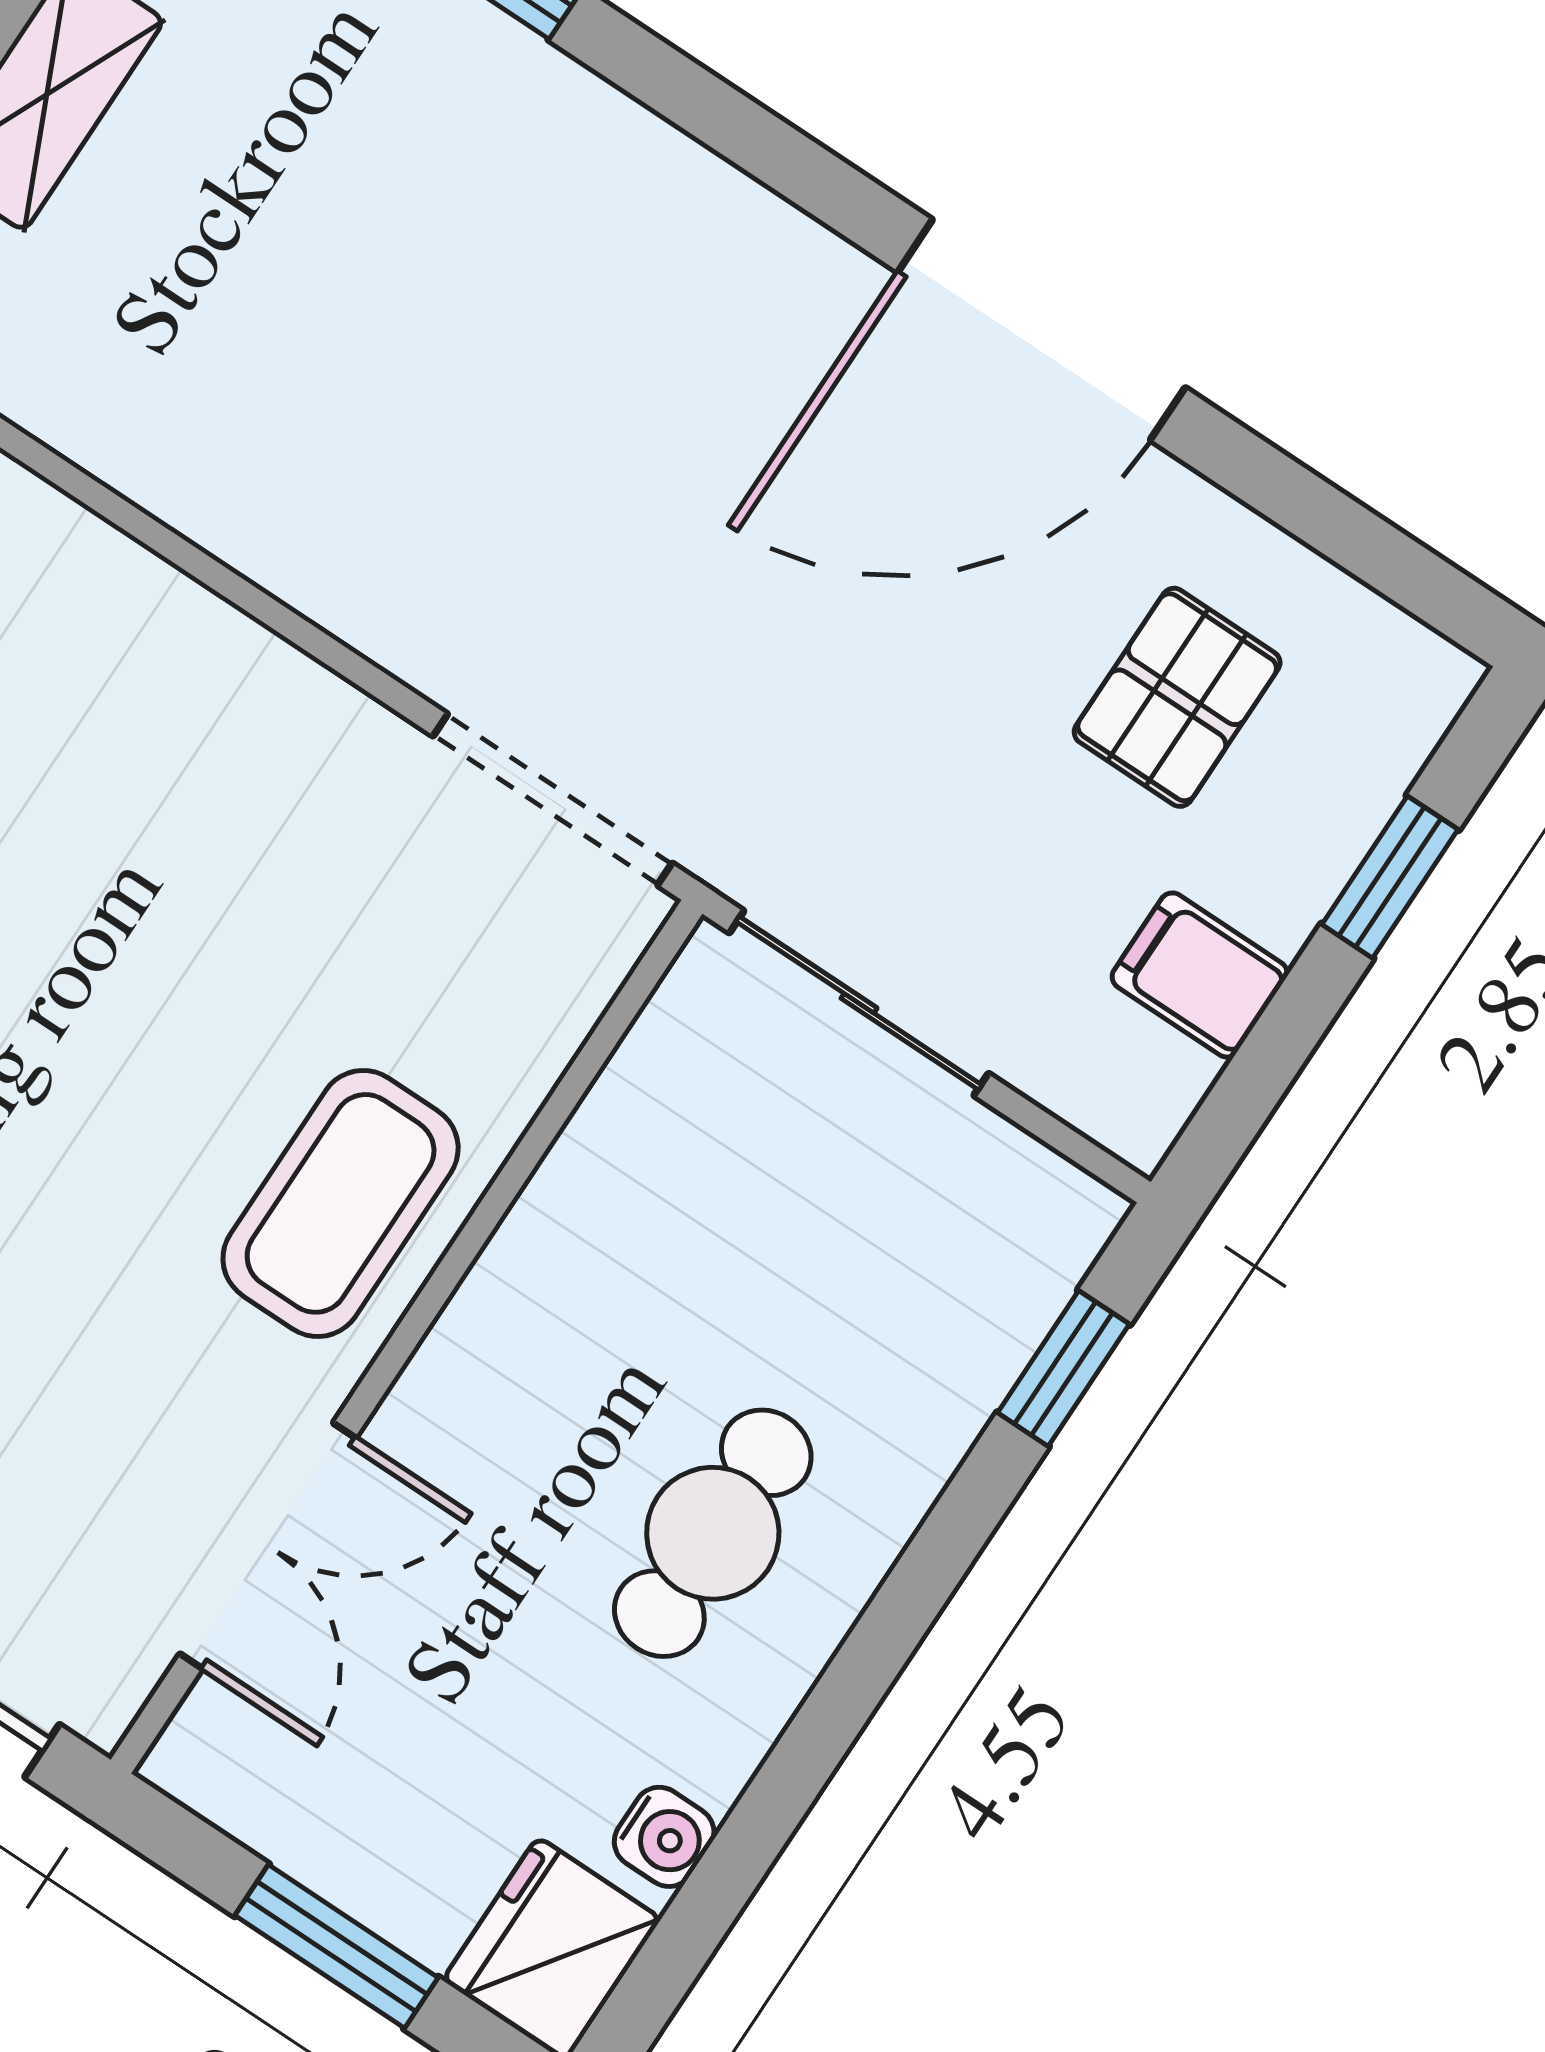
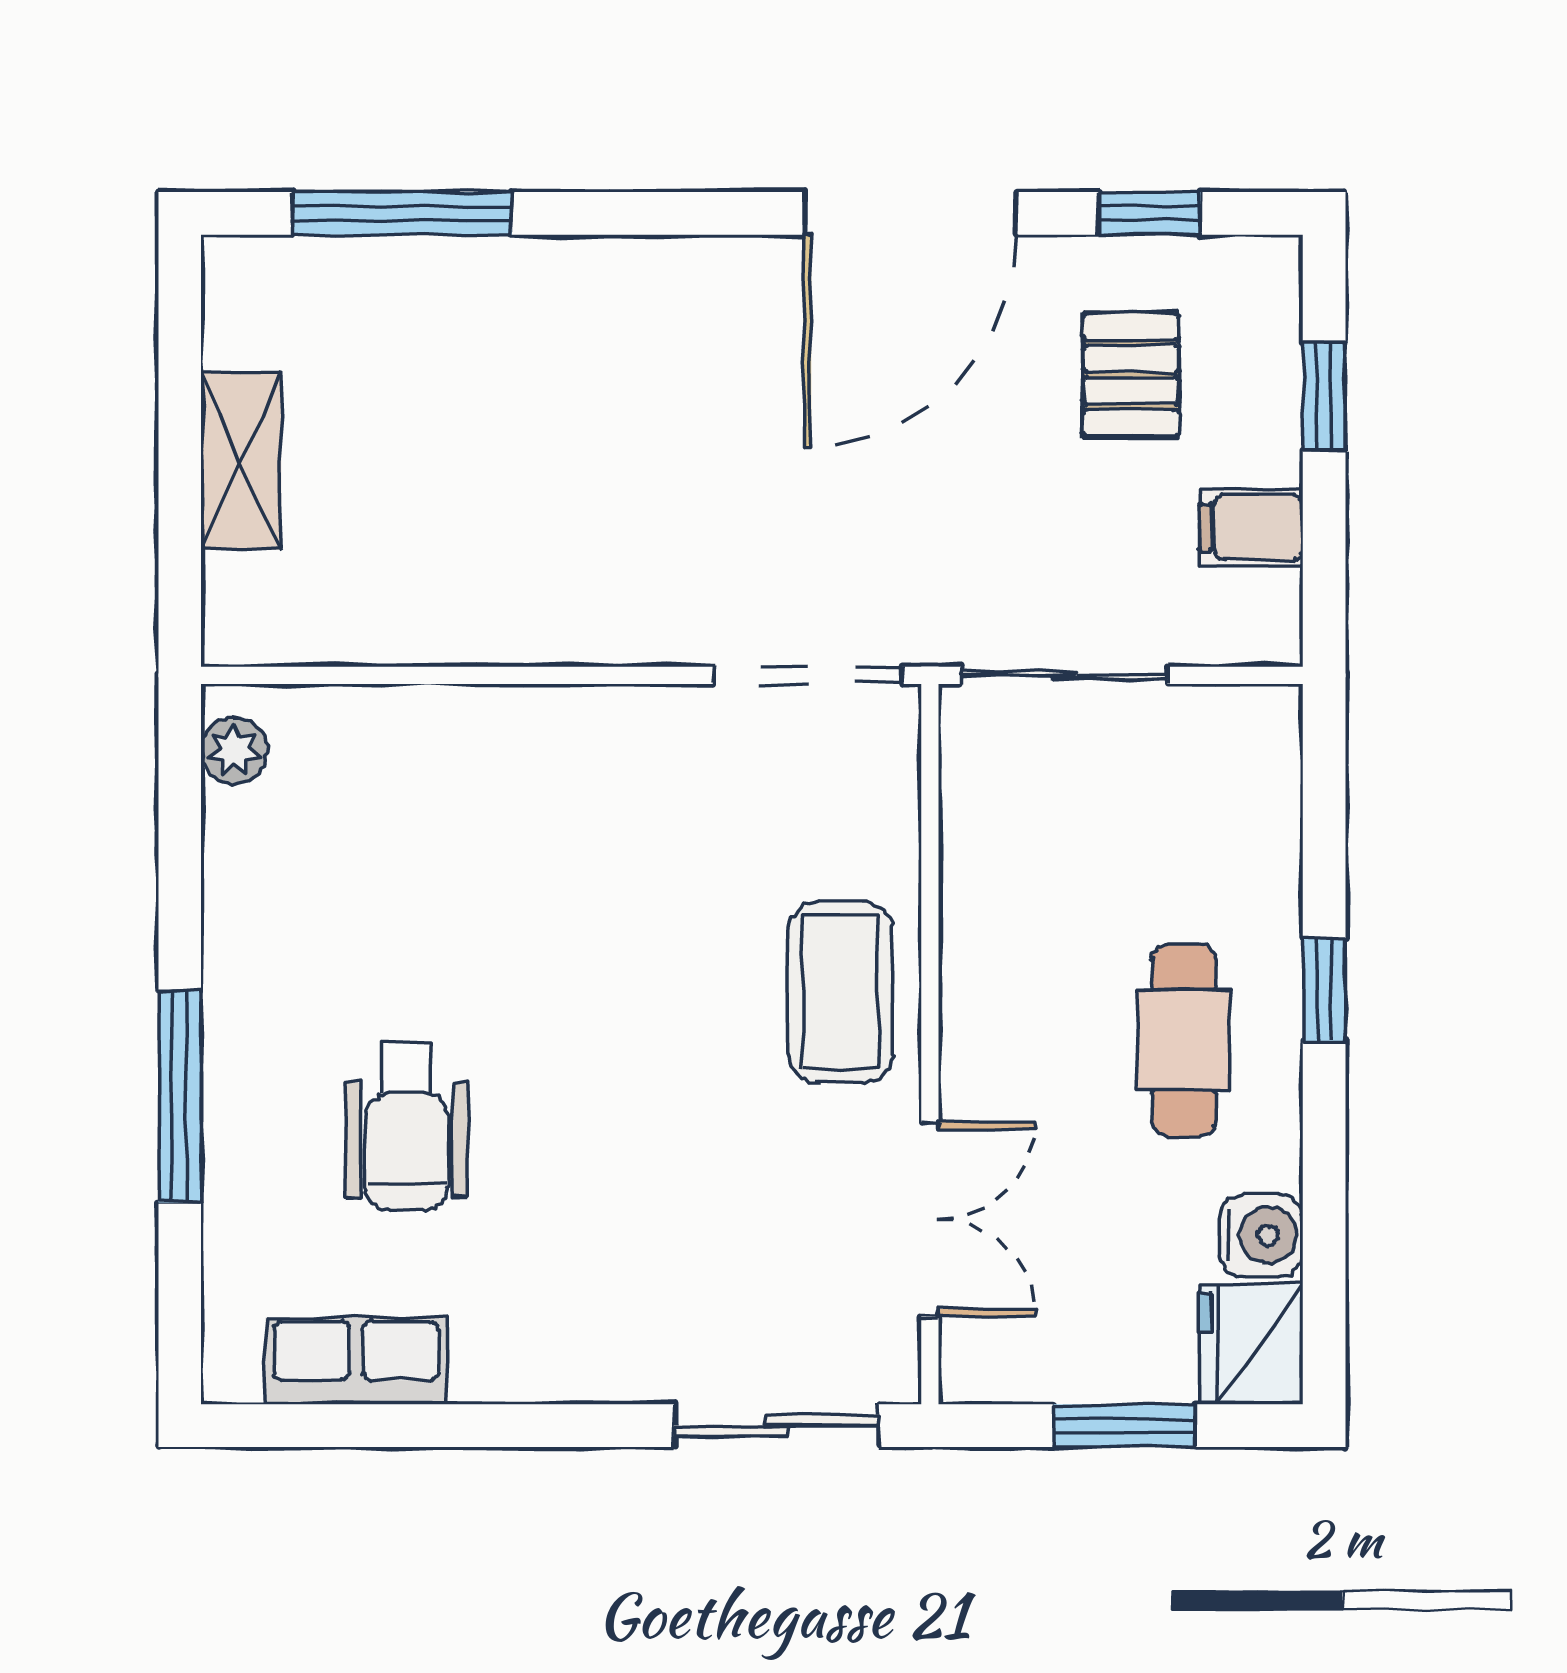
window: (1327, 520) -> (1150, 213), added
window: (1063, 1368) -> (1324, 990), moved
water cooler: (664, 1837) -> (1261, 1235), width x1.38, depth x1.38

